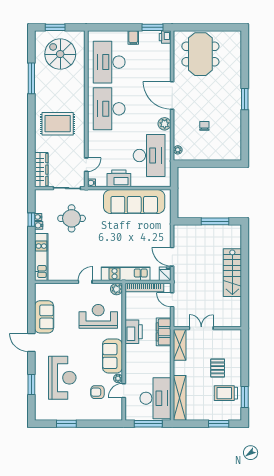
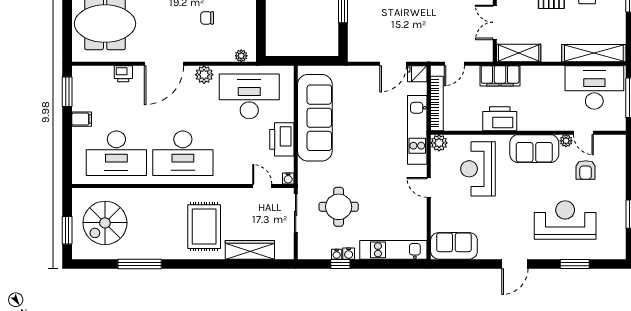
printer: (165, 37) -> (123, 74), moved
wardrobe: (41, 170) -> (250, 250), moved
sofa: (44, 317) -> (454, 246), moved

